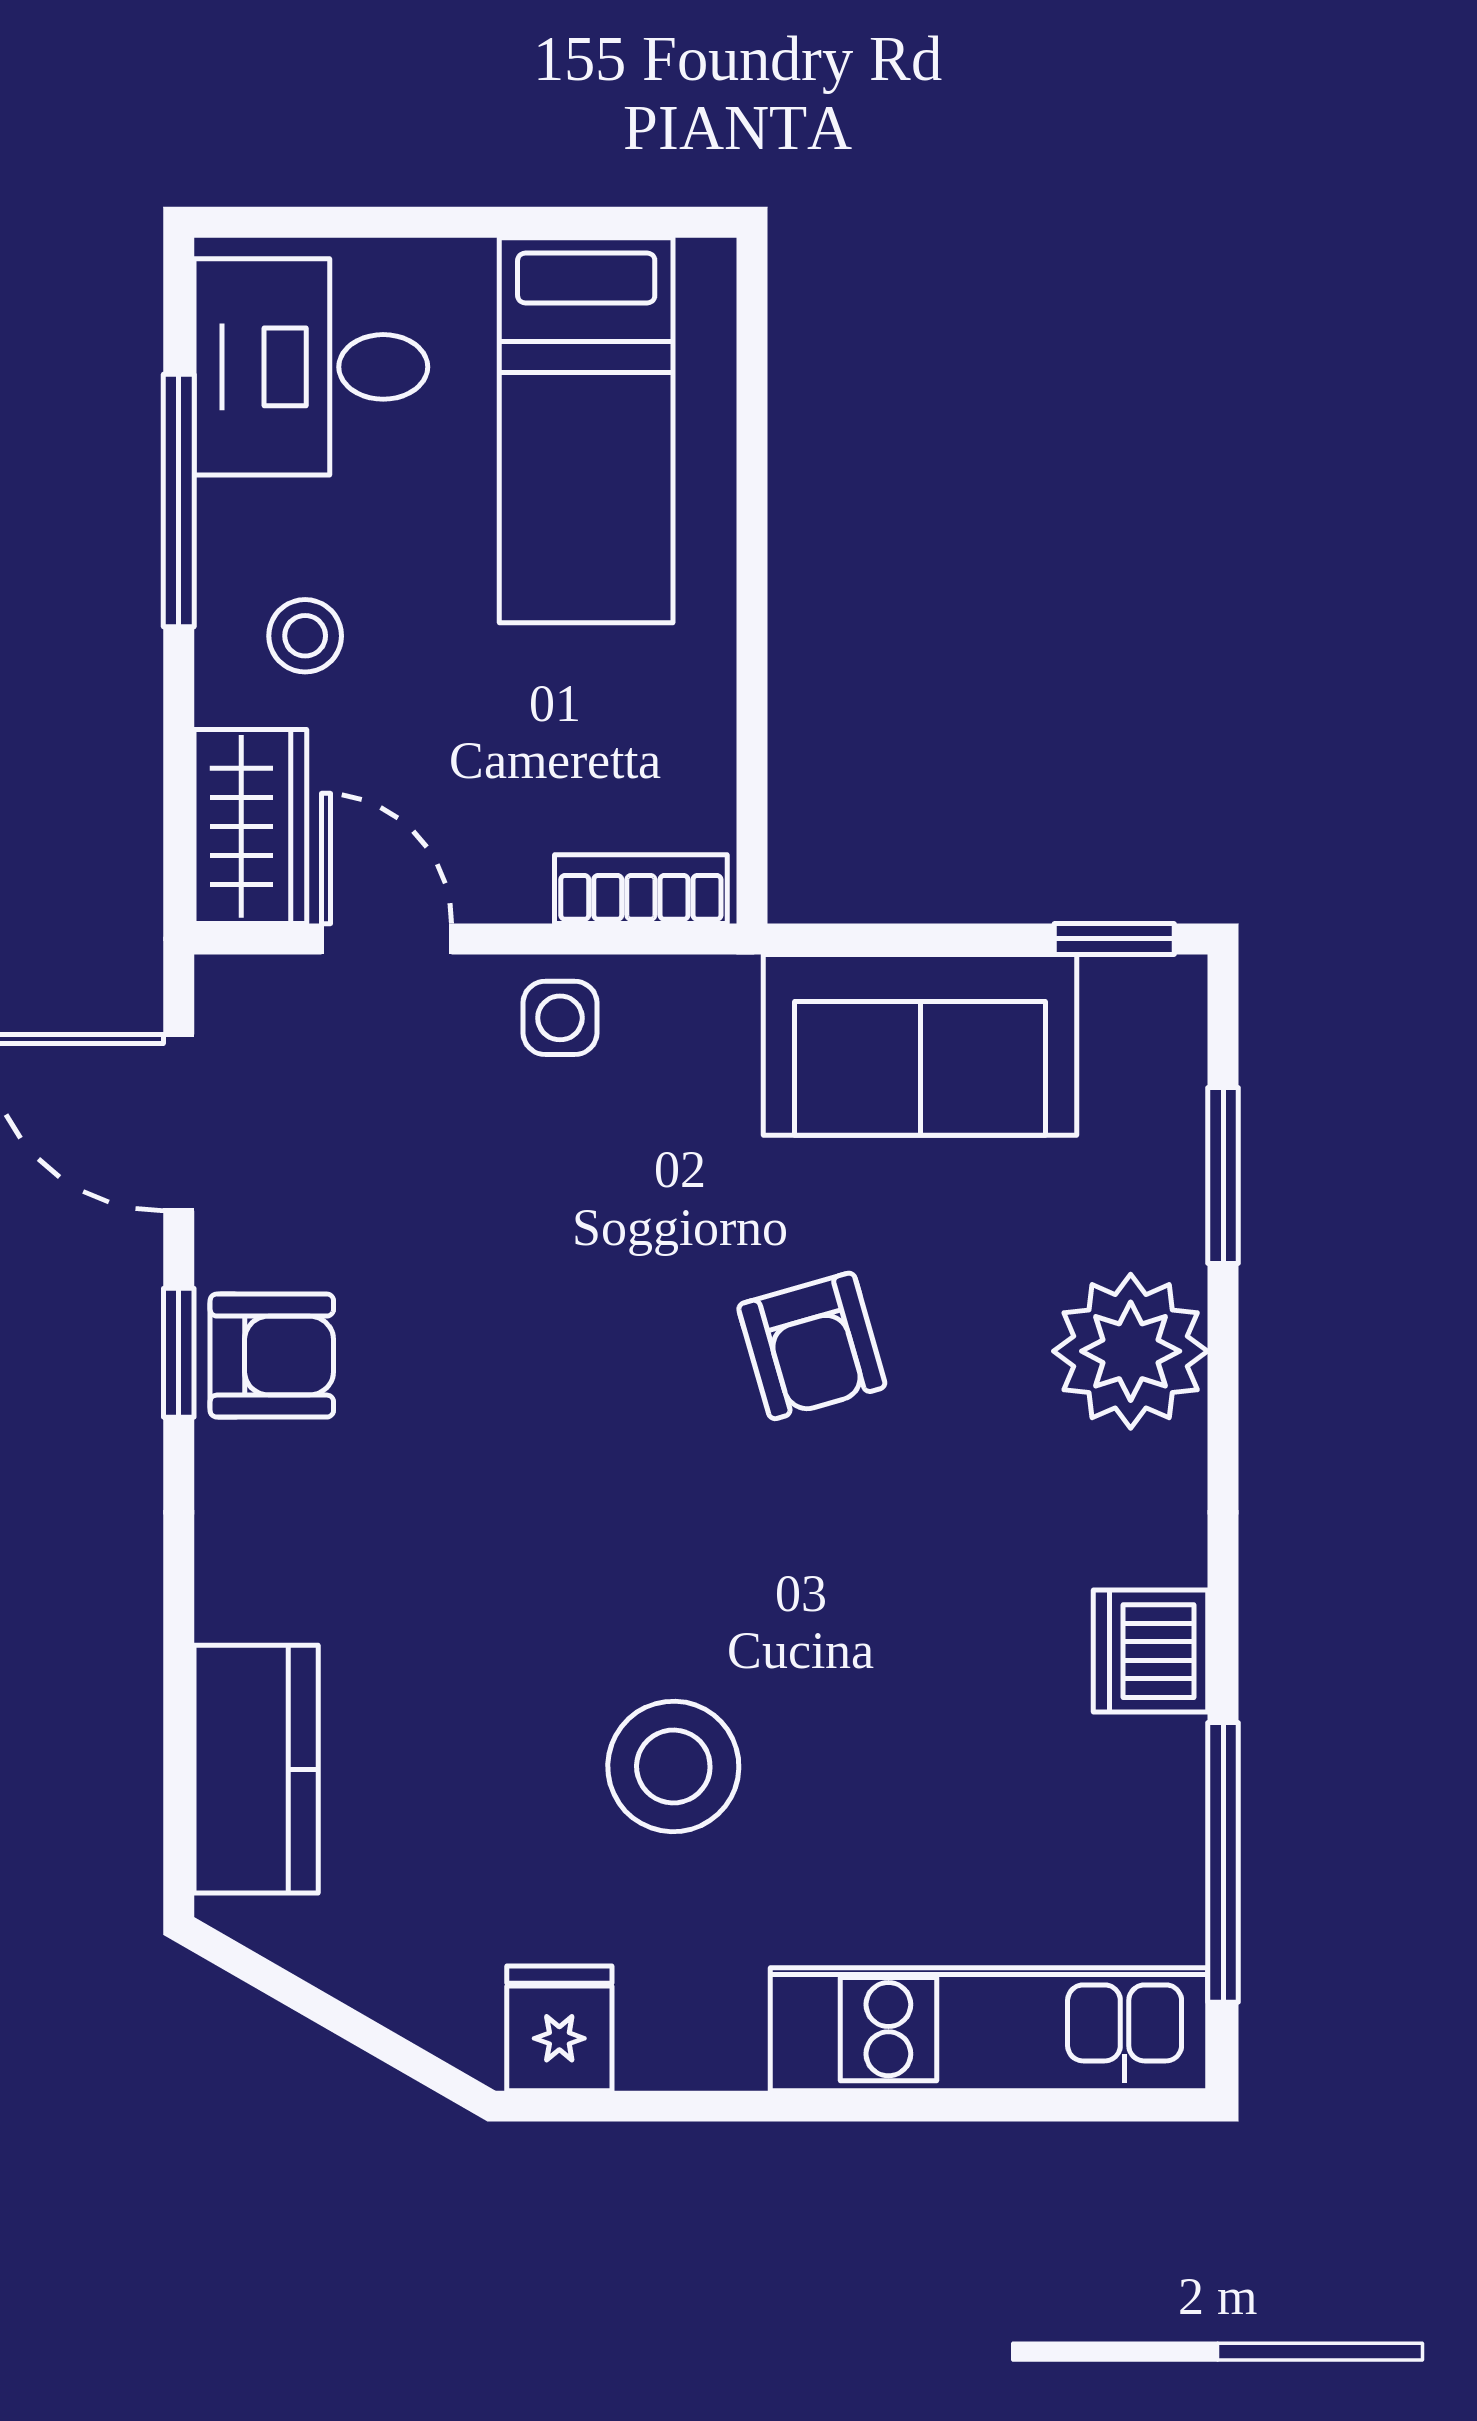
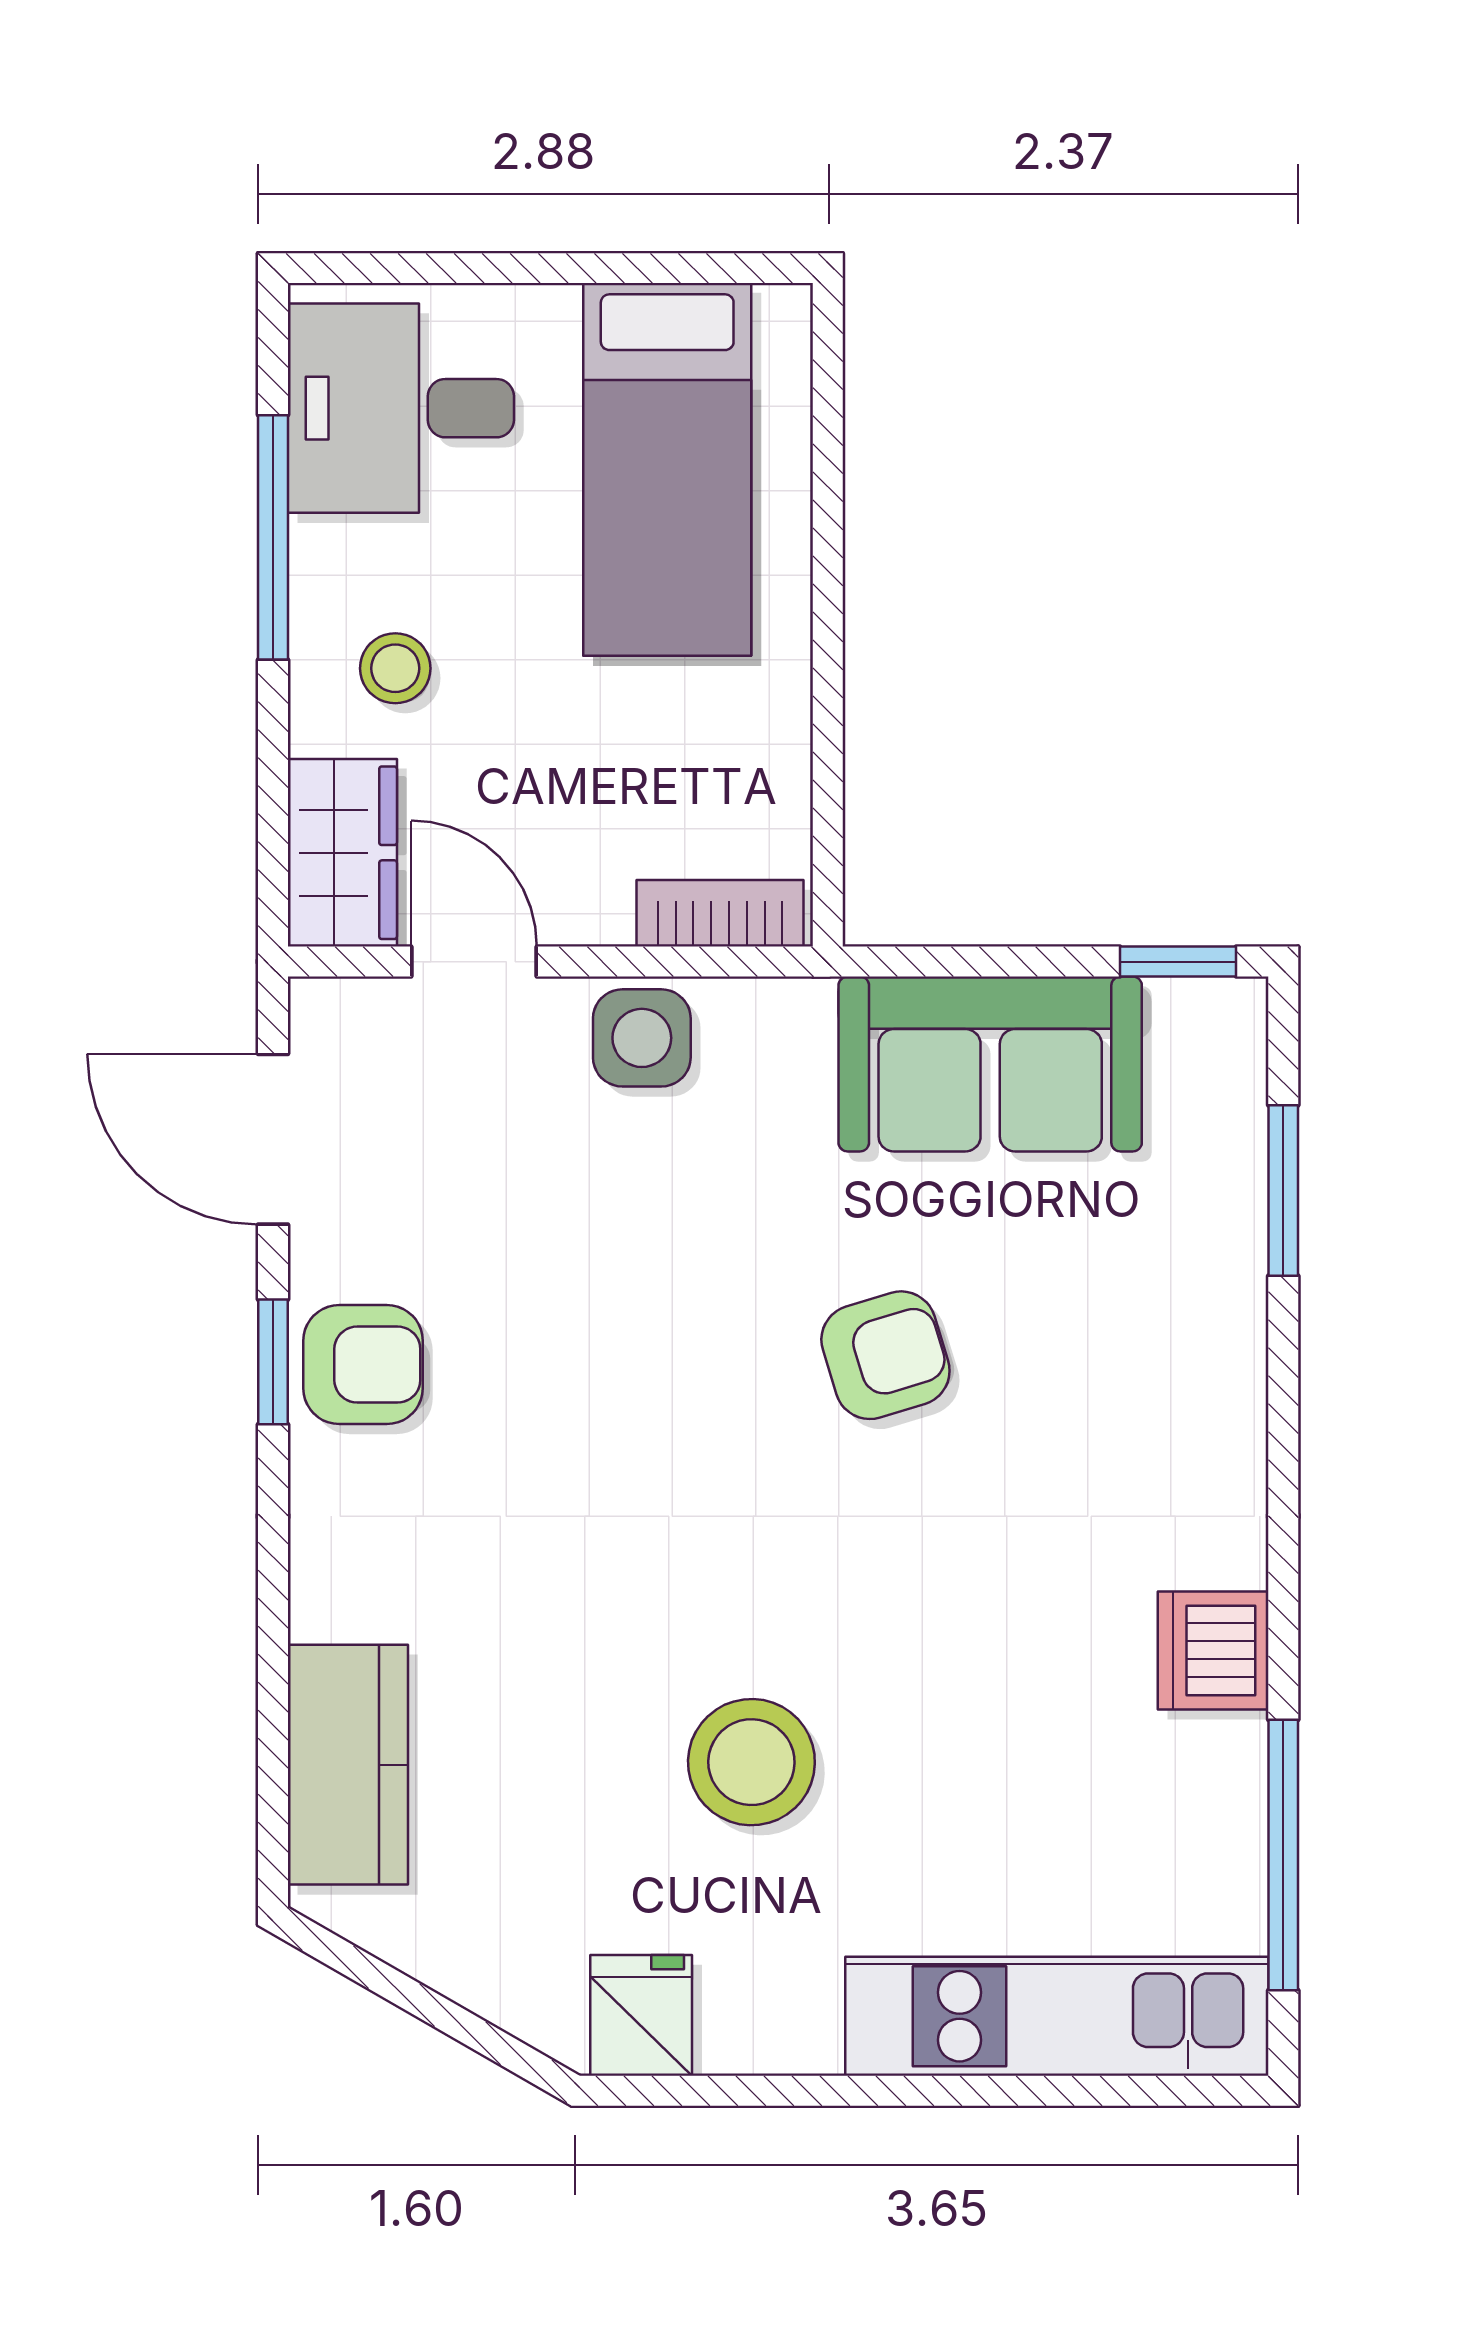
side table: (560, 1018) -> (642, 1038), width x1.37, depth x1.37
armchair: (812, 1346) -> (885, 1355), turned -91
plant: (1131, 1351) -> (1194, 1360), removed

